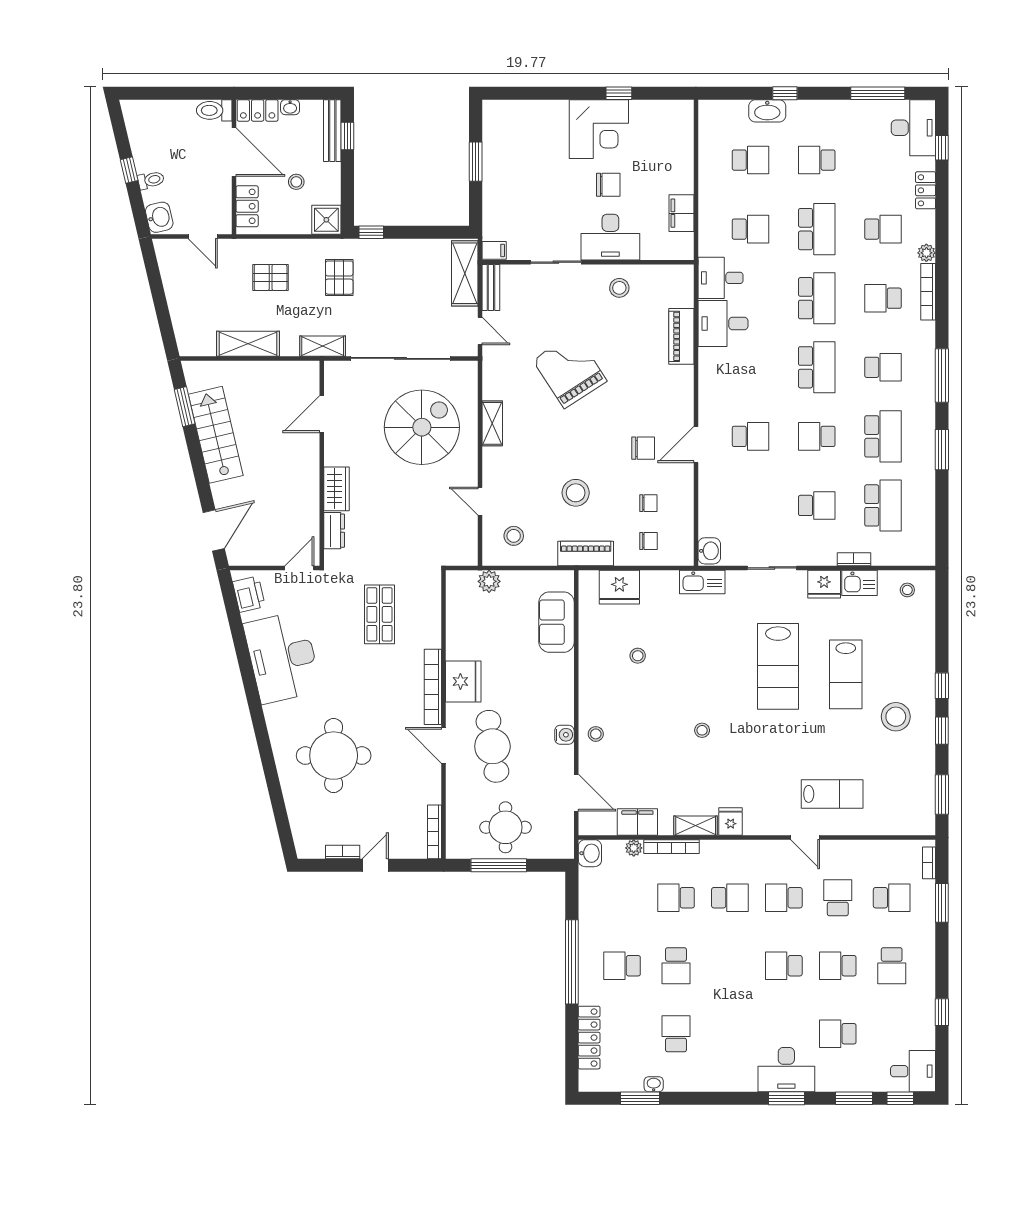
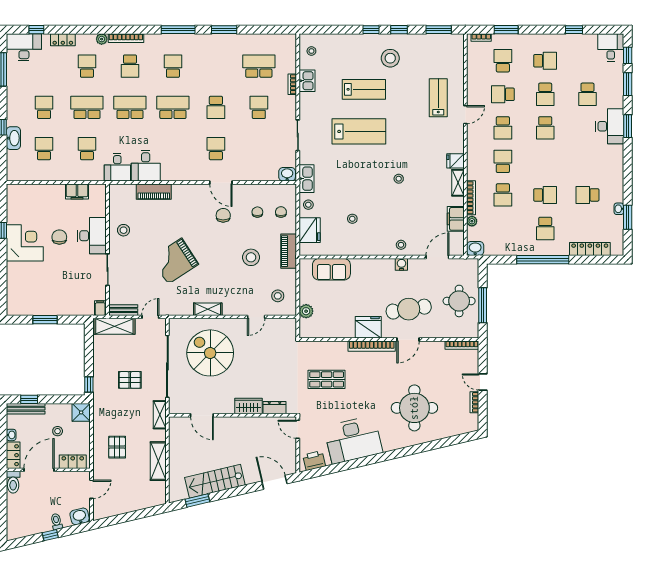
school desk: (817, 160) -> (44, 107), turned 180
pallet: (339, 278) -> (130, 380), moved
school desk: (883, 436) -> (216, 66), removed
fridge: (824, 584) -> (308, 103), removed
stool: (660, 585) -> (308, 205), added

